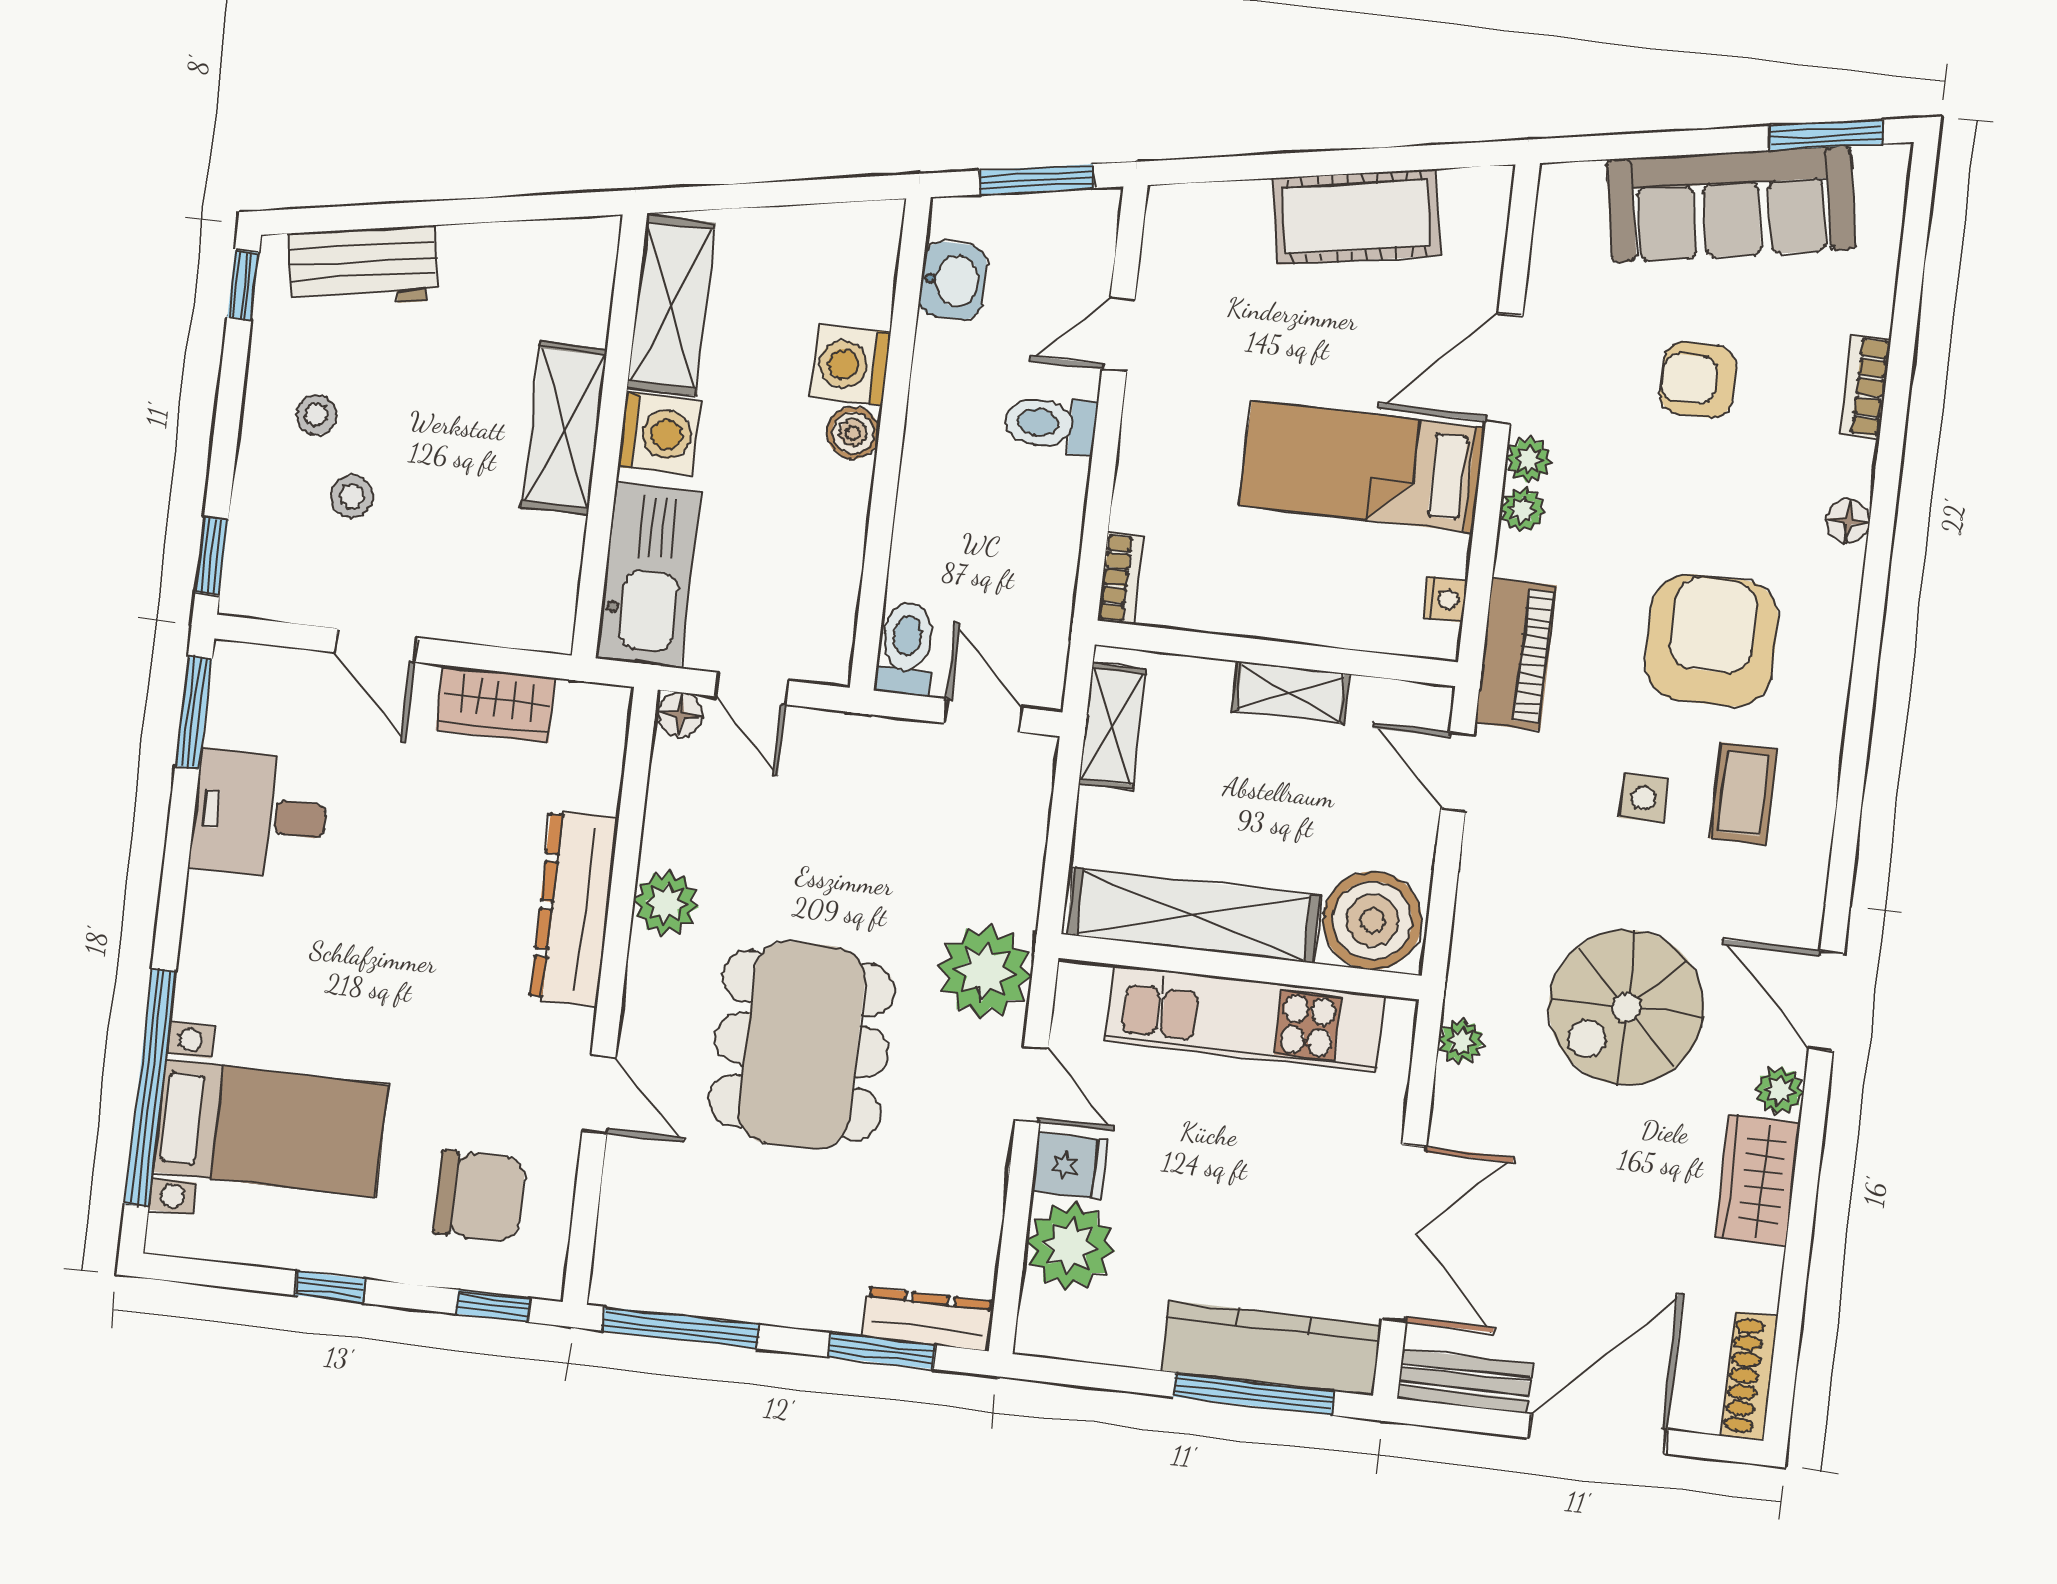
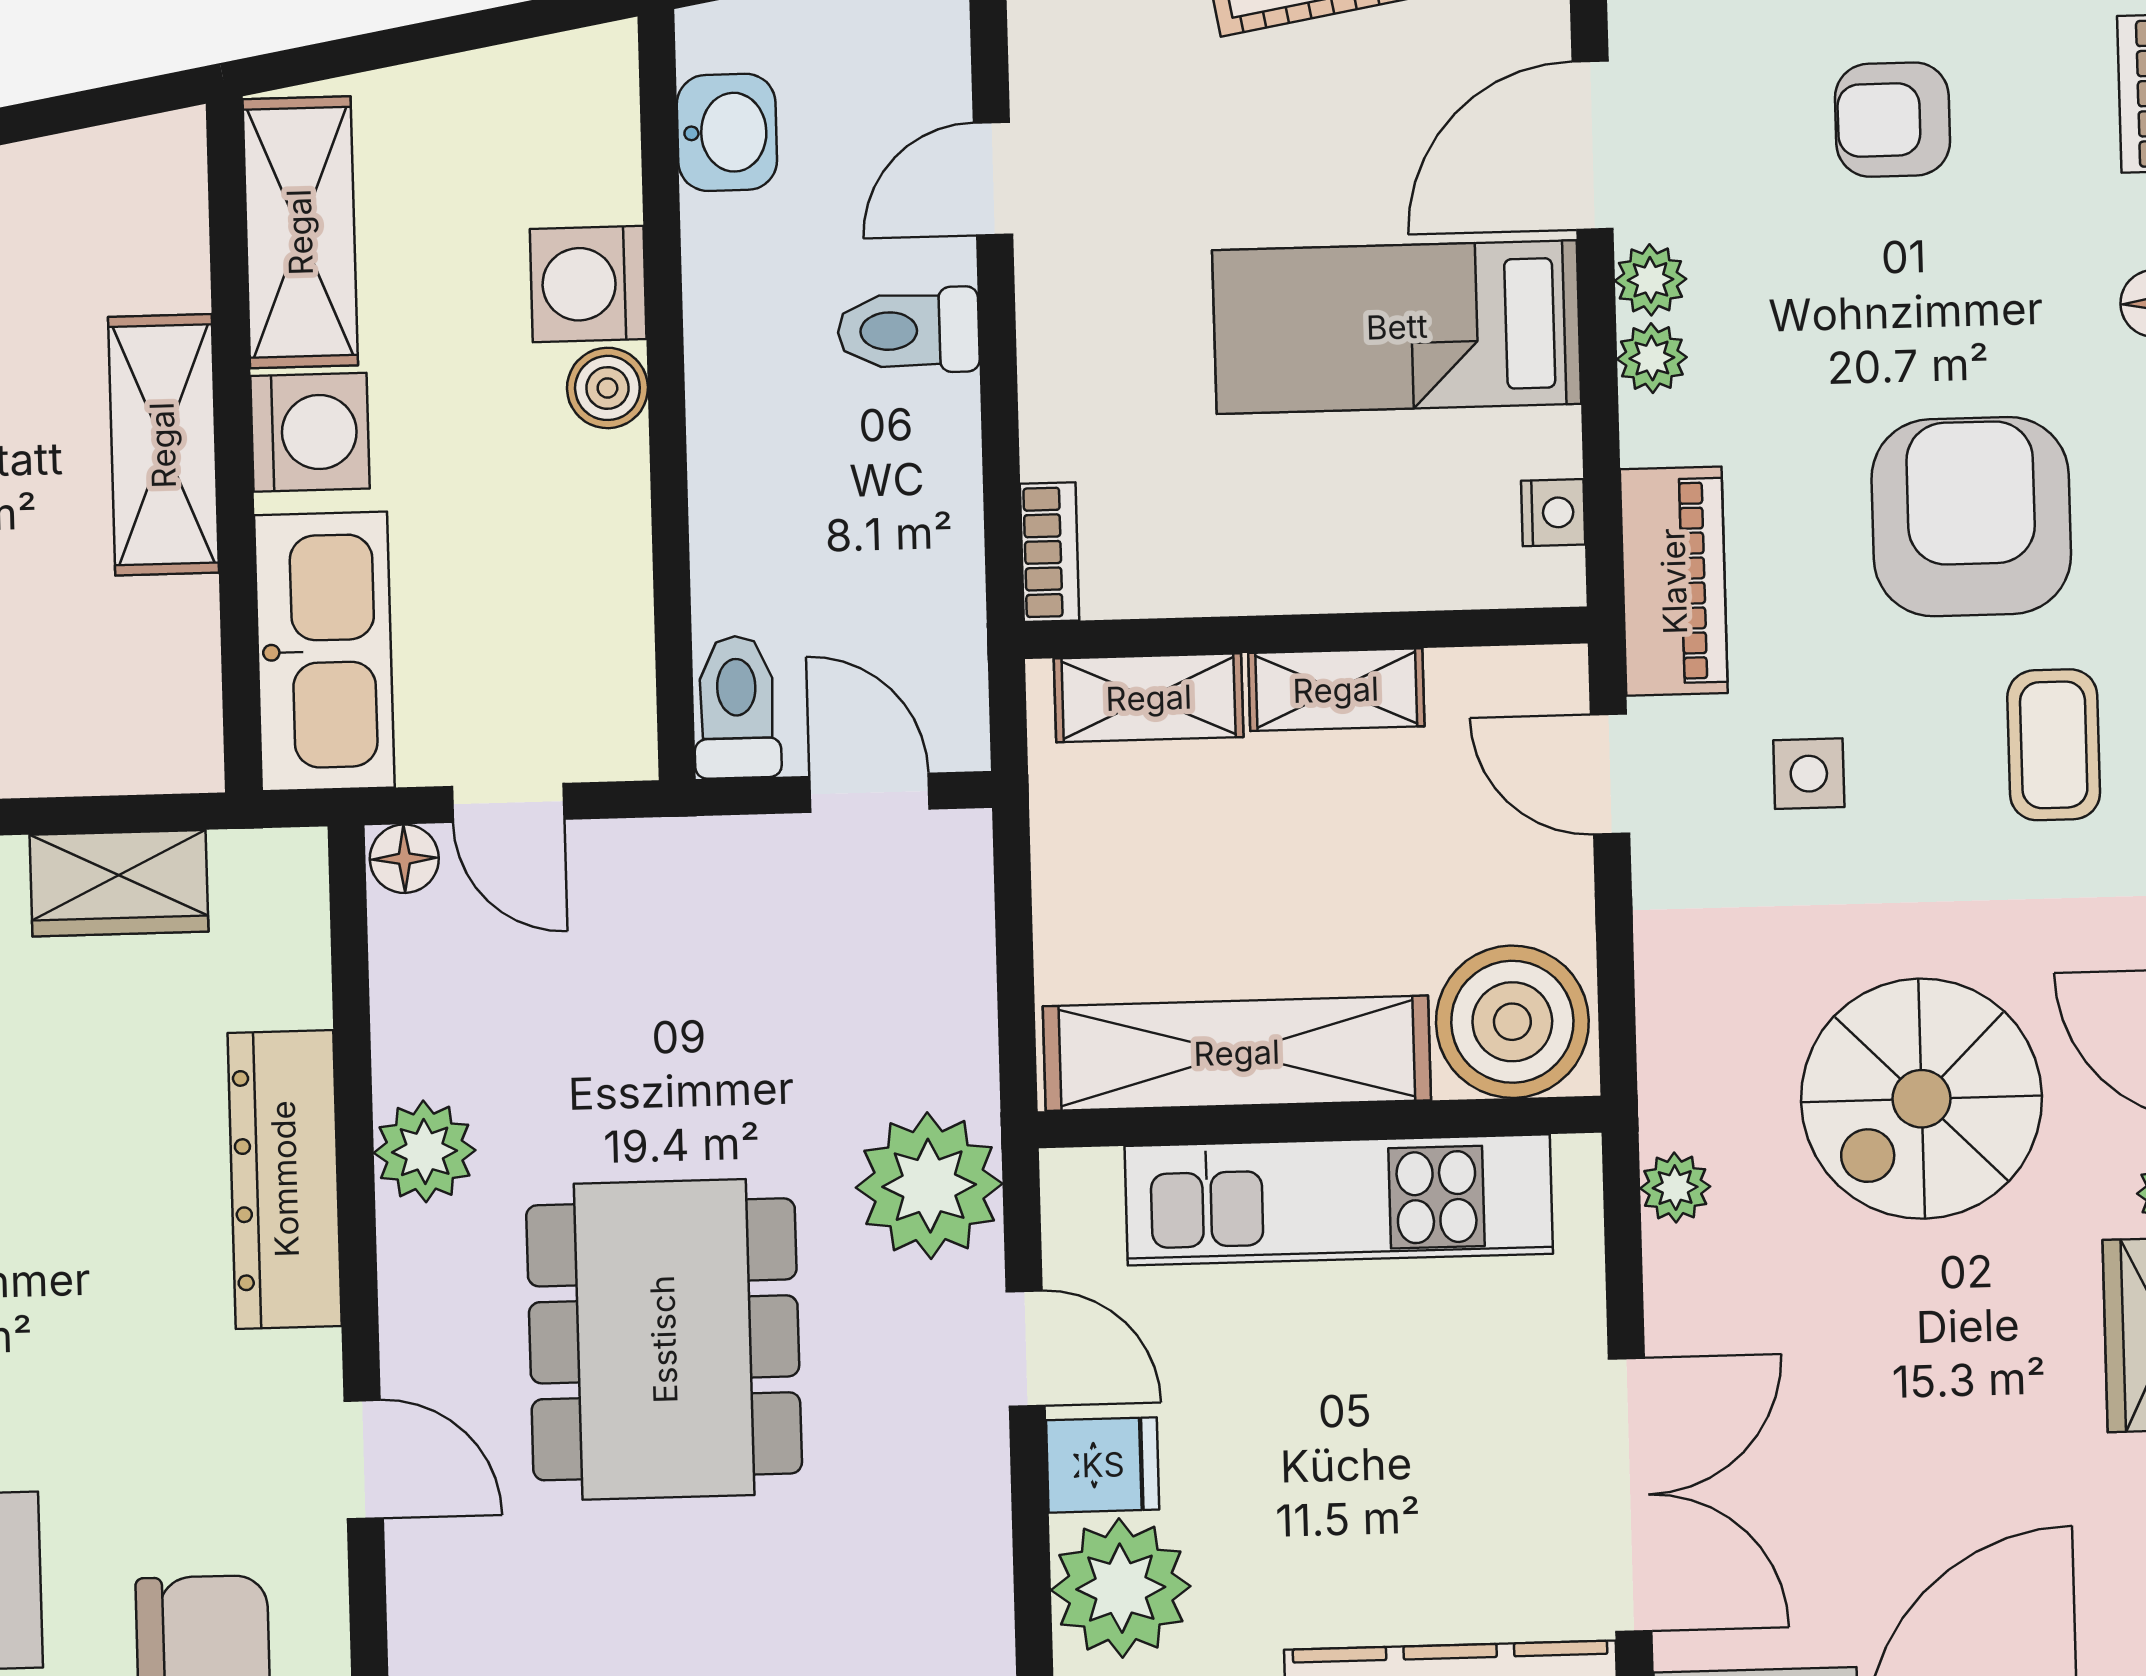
shelving: (1112, 727) -> (1149, 698), moved, turned 90
side table: (1644, 798) -> (1809, 774), moved

